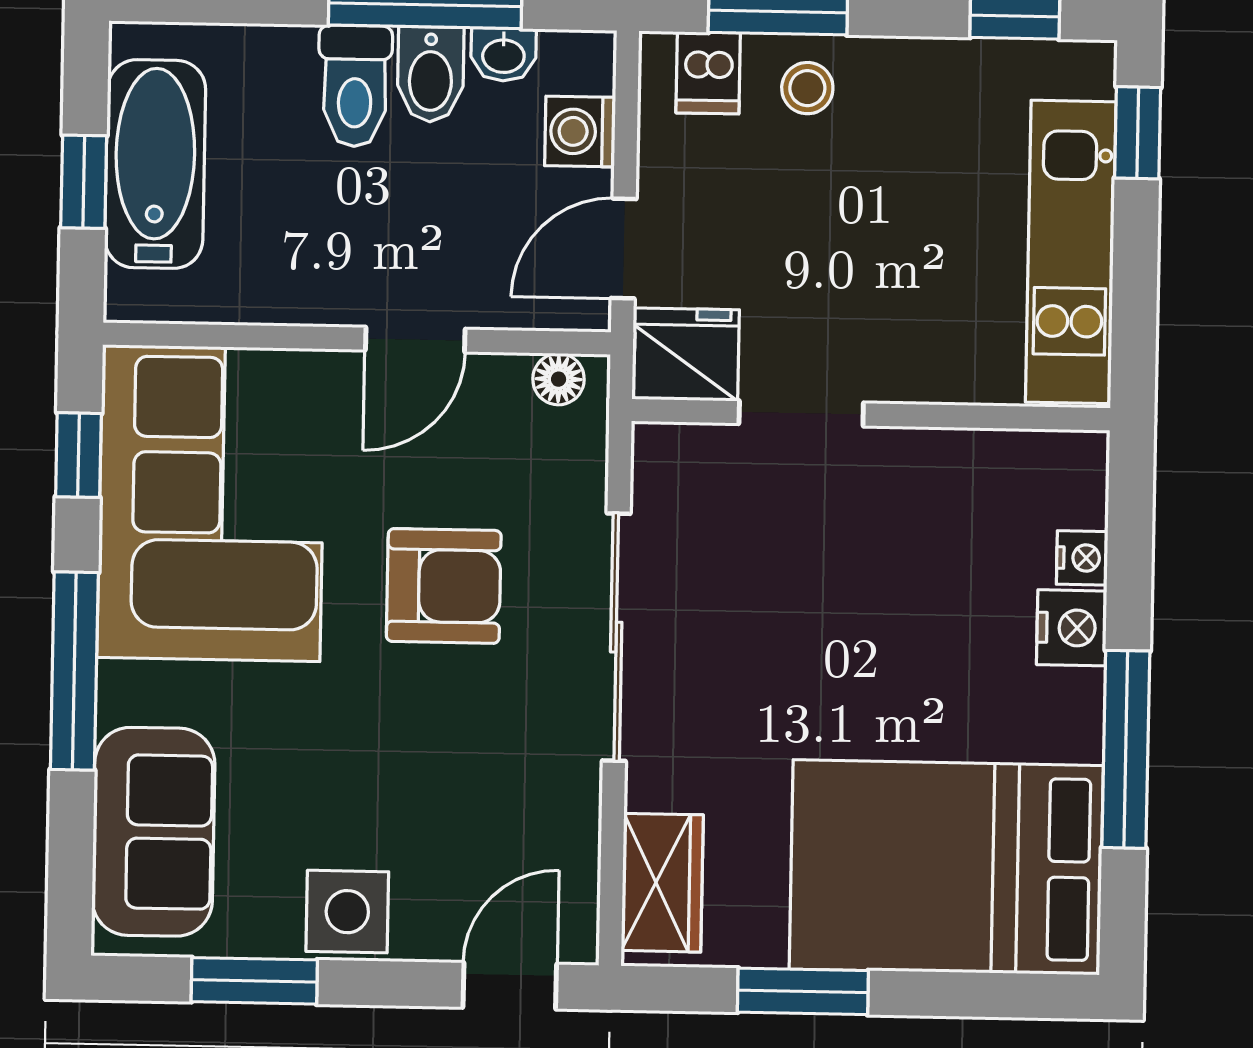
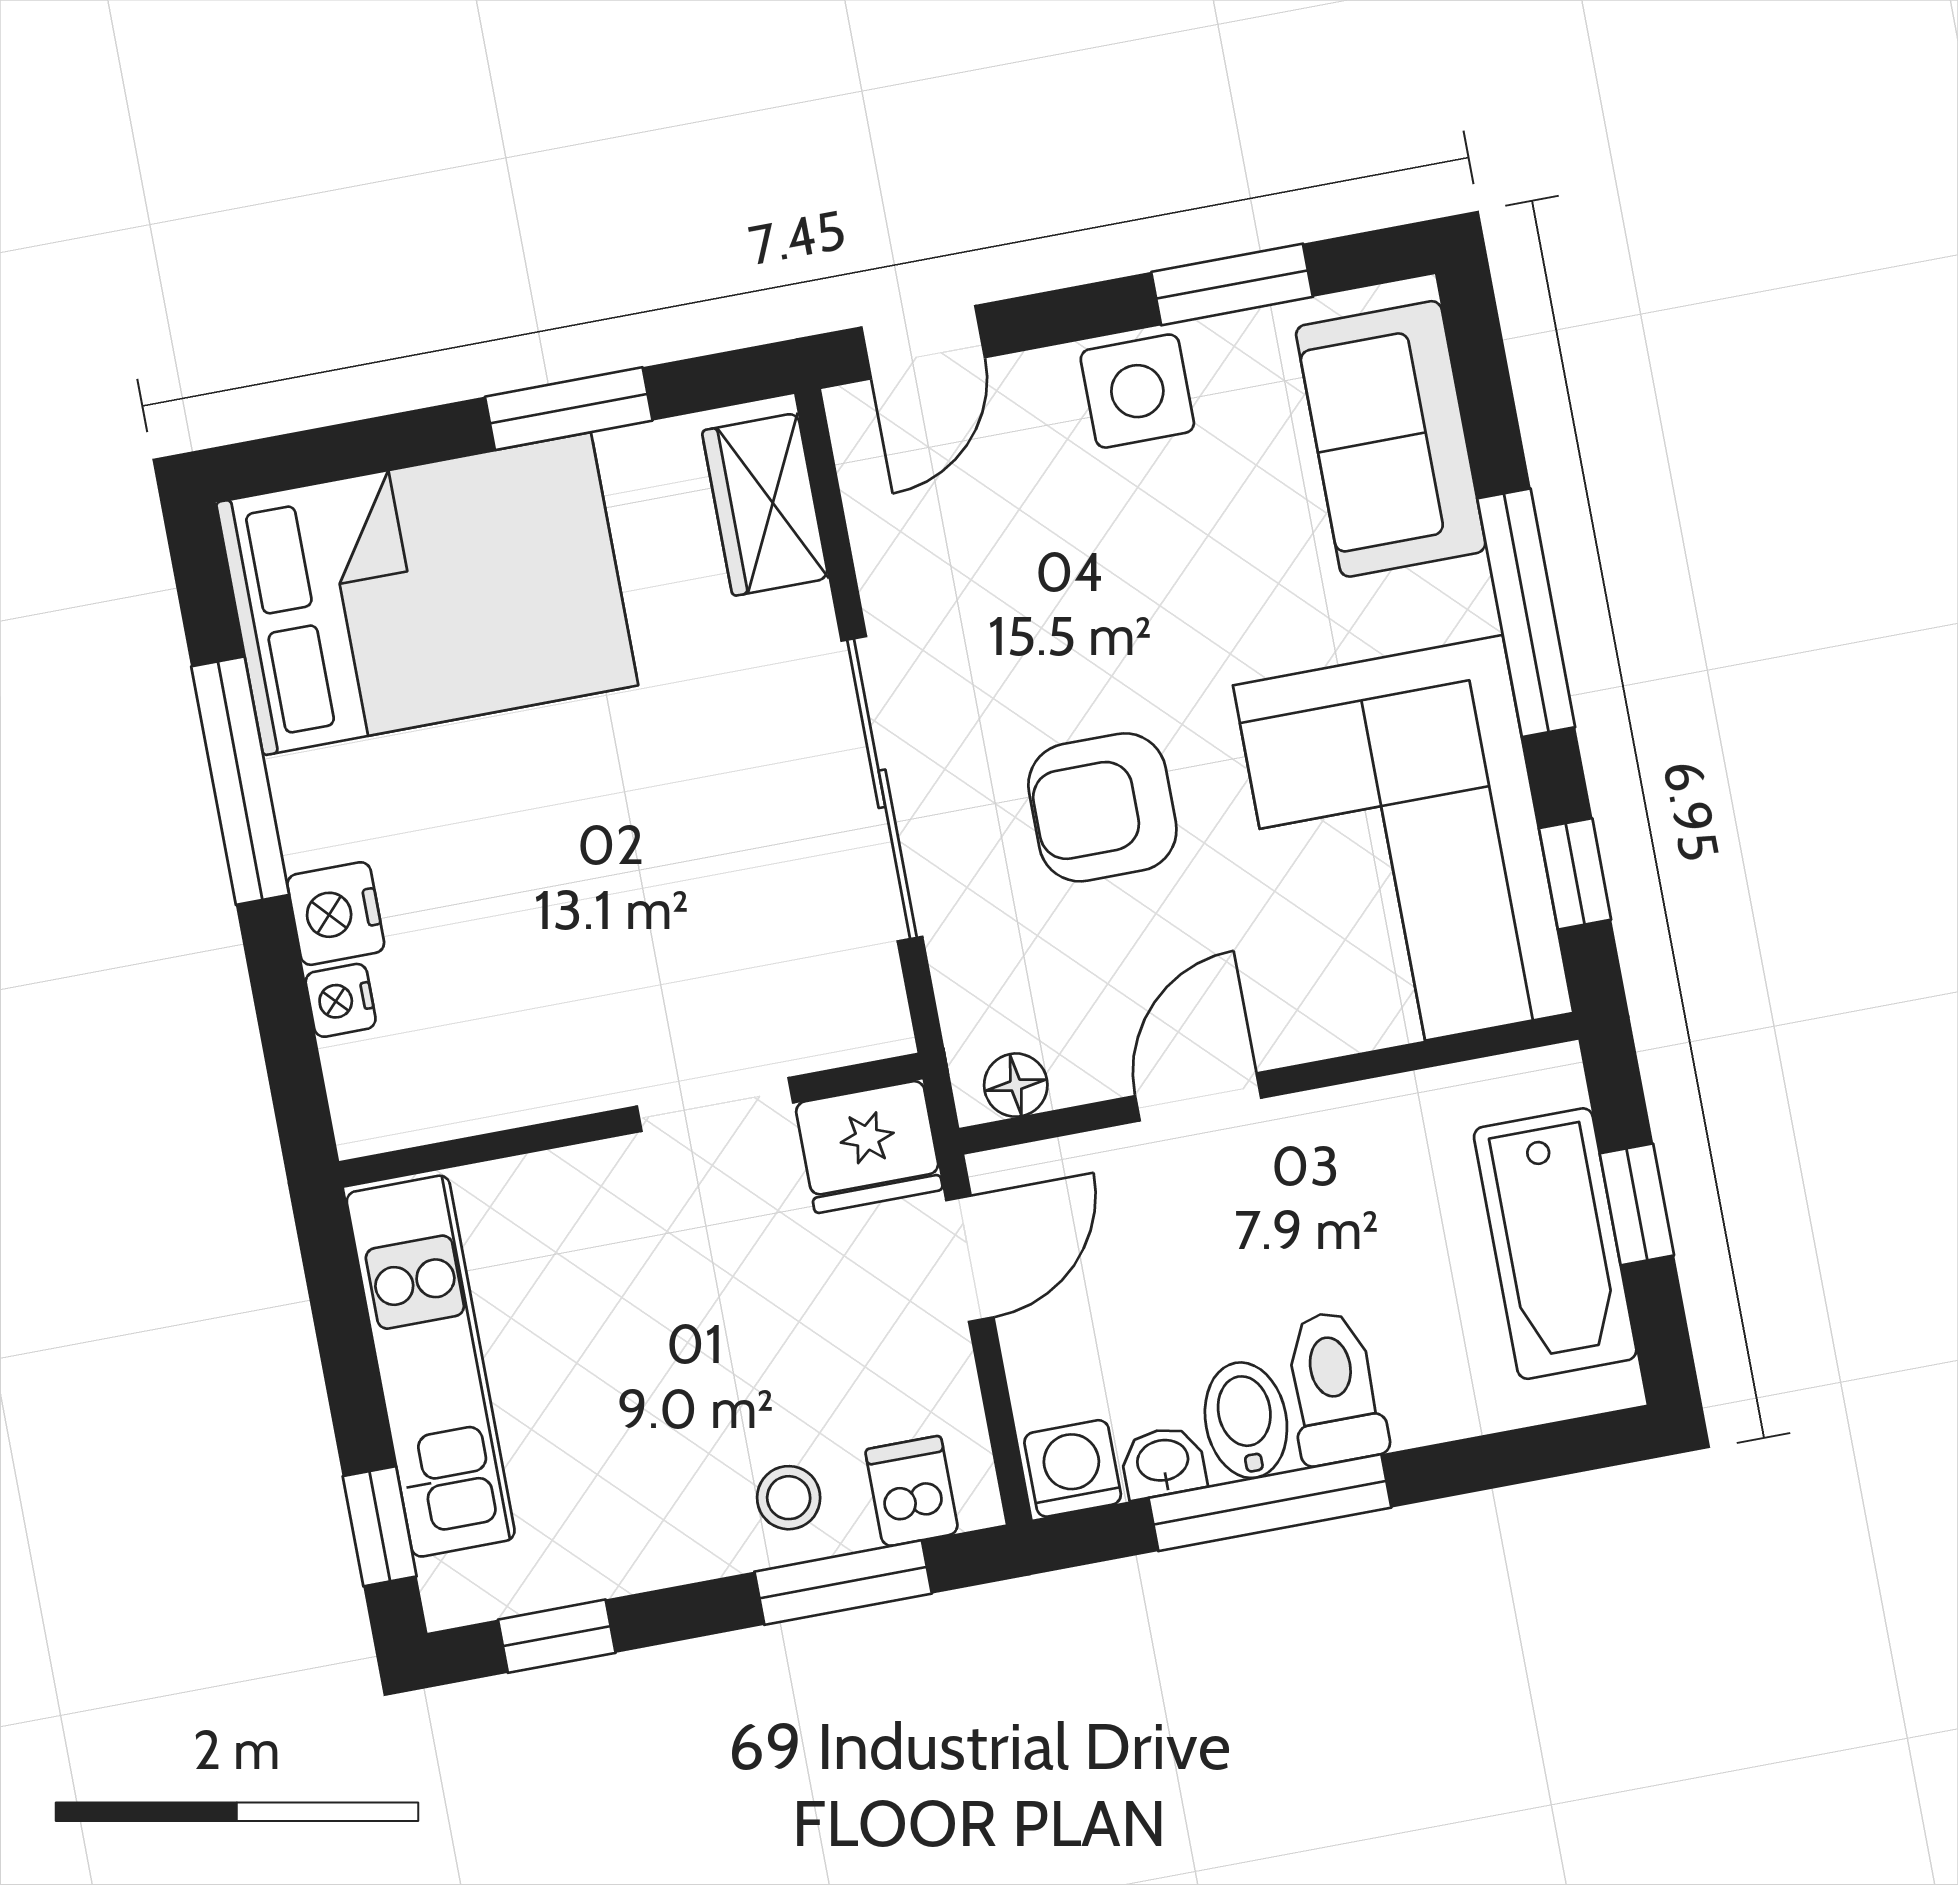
washing machine: (580, 132) -> (1073, 1468), moved, turned -90

